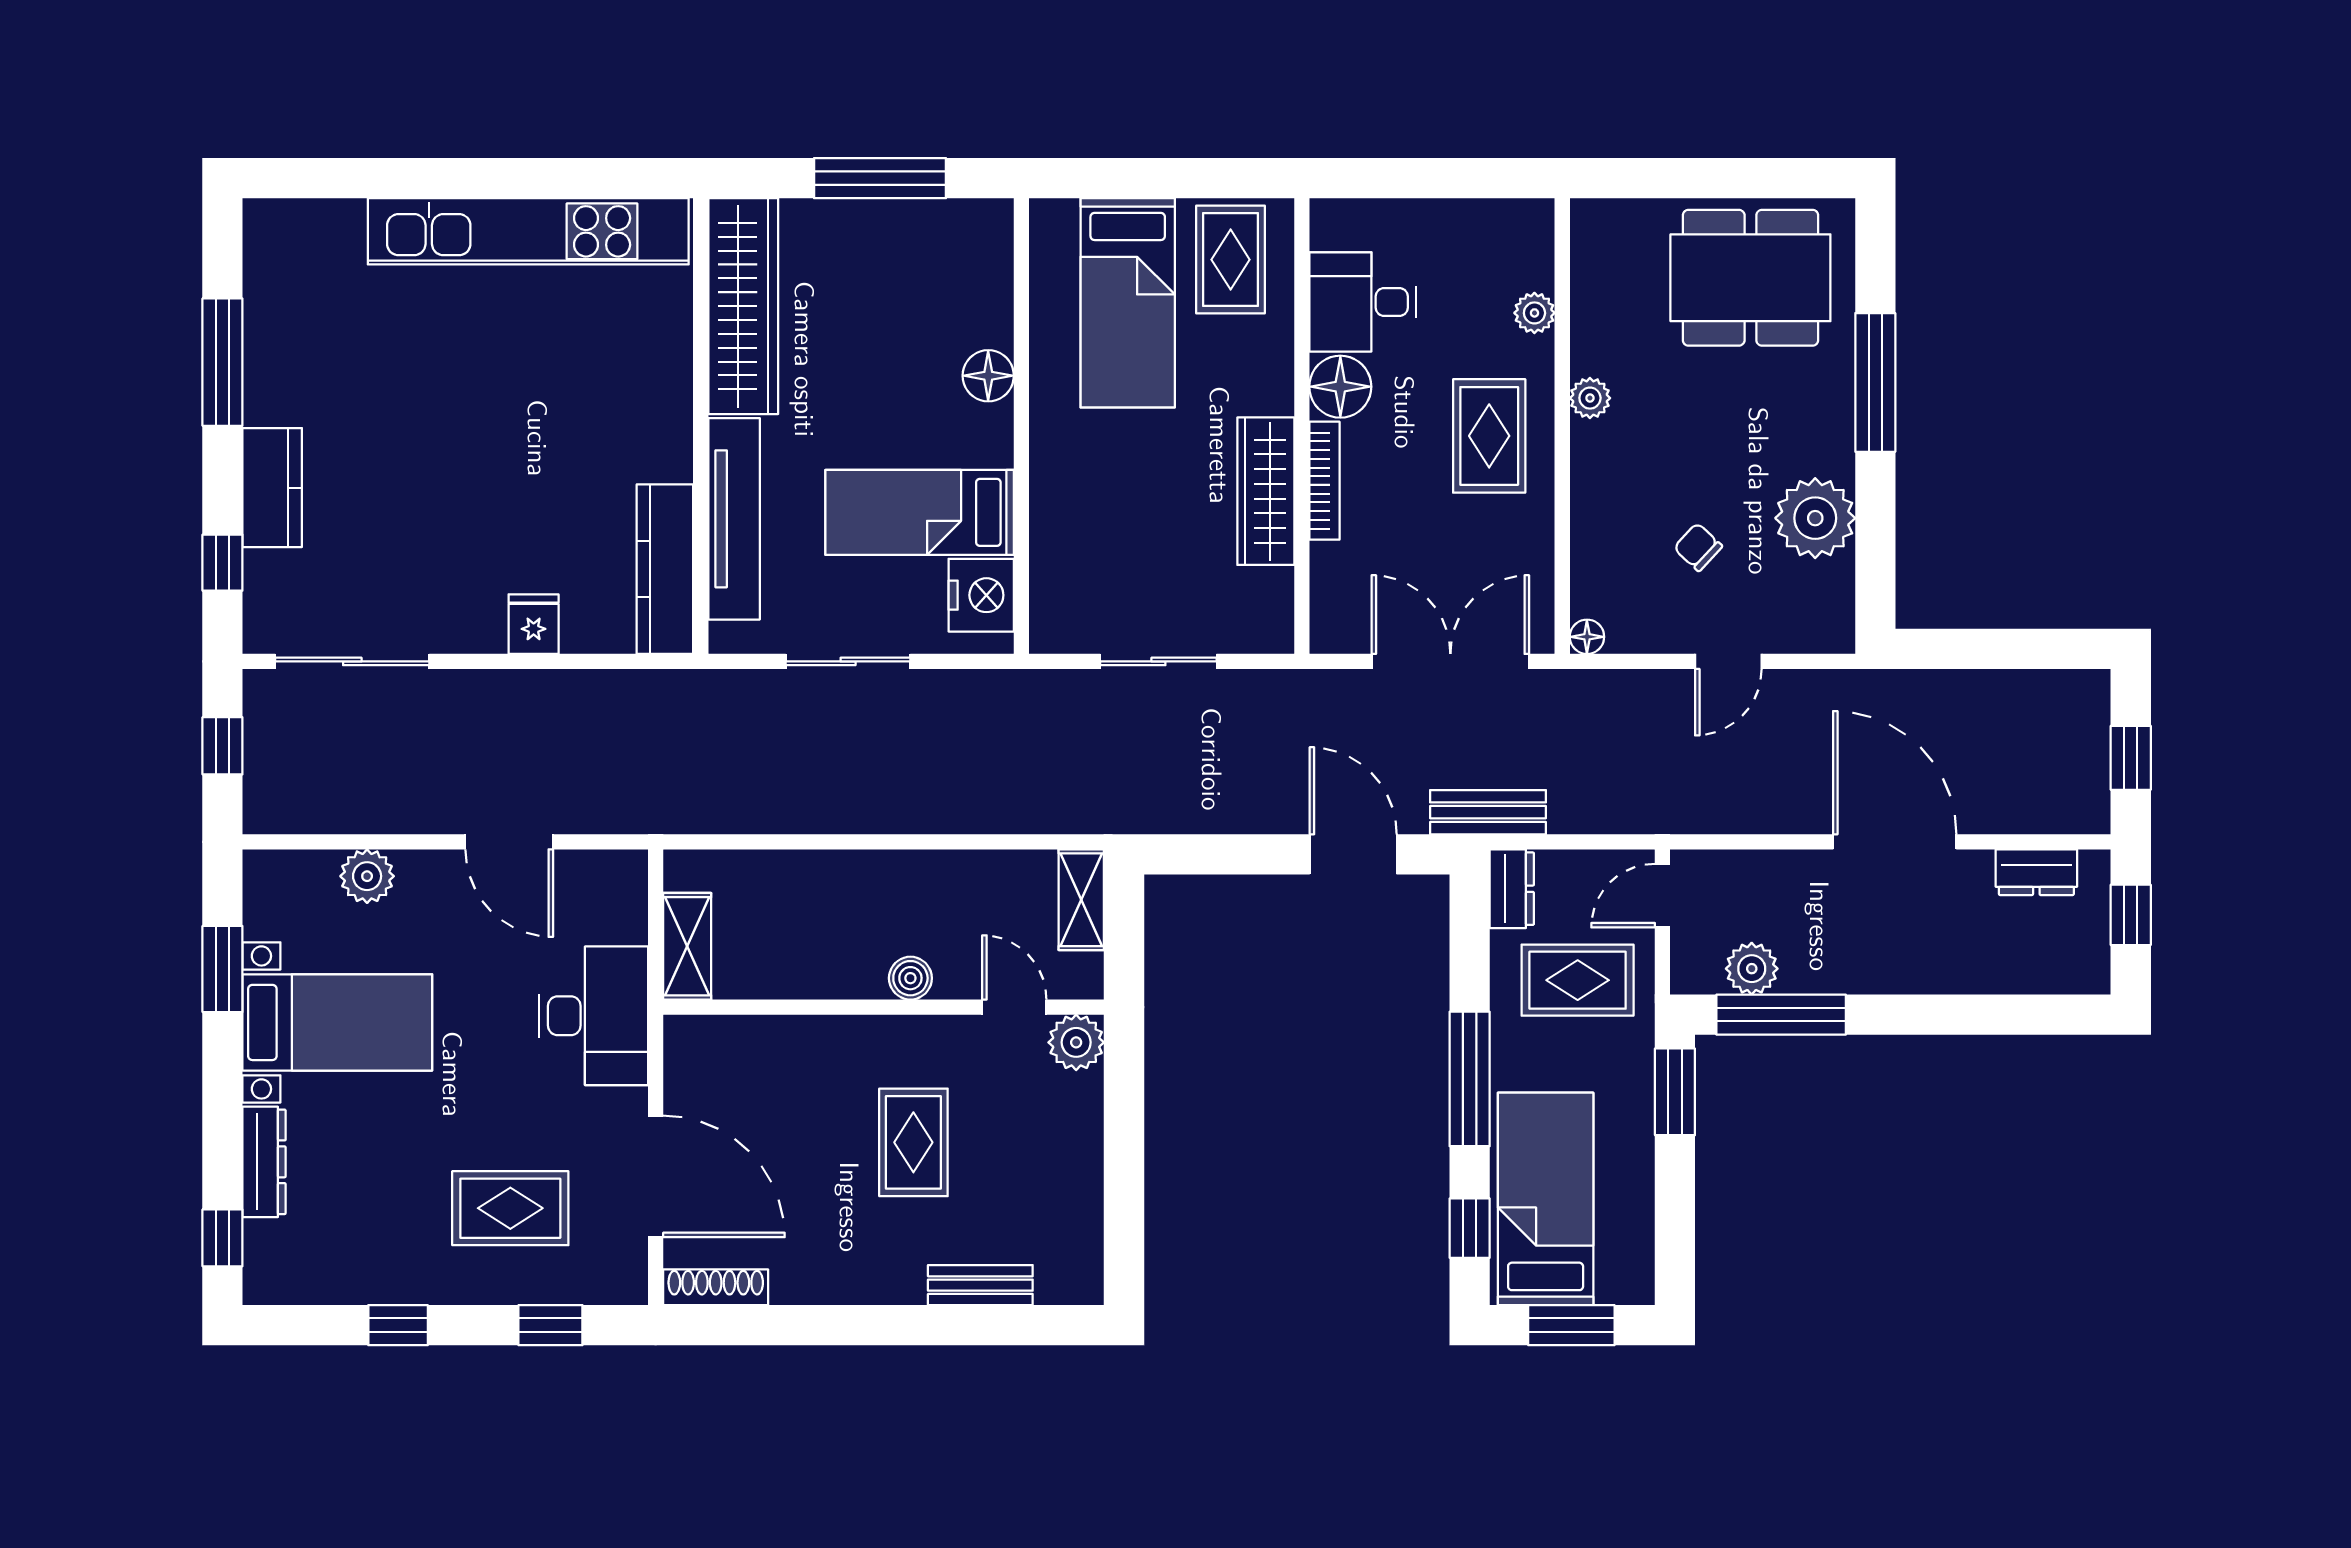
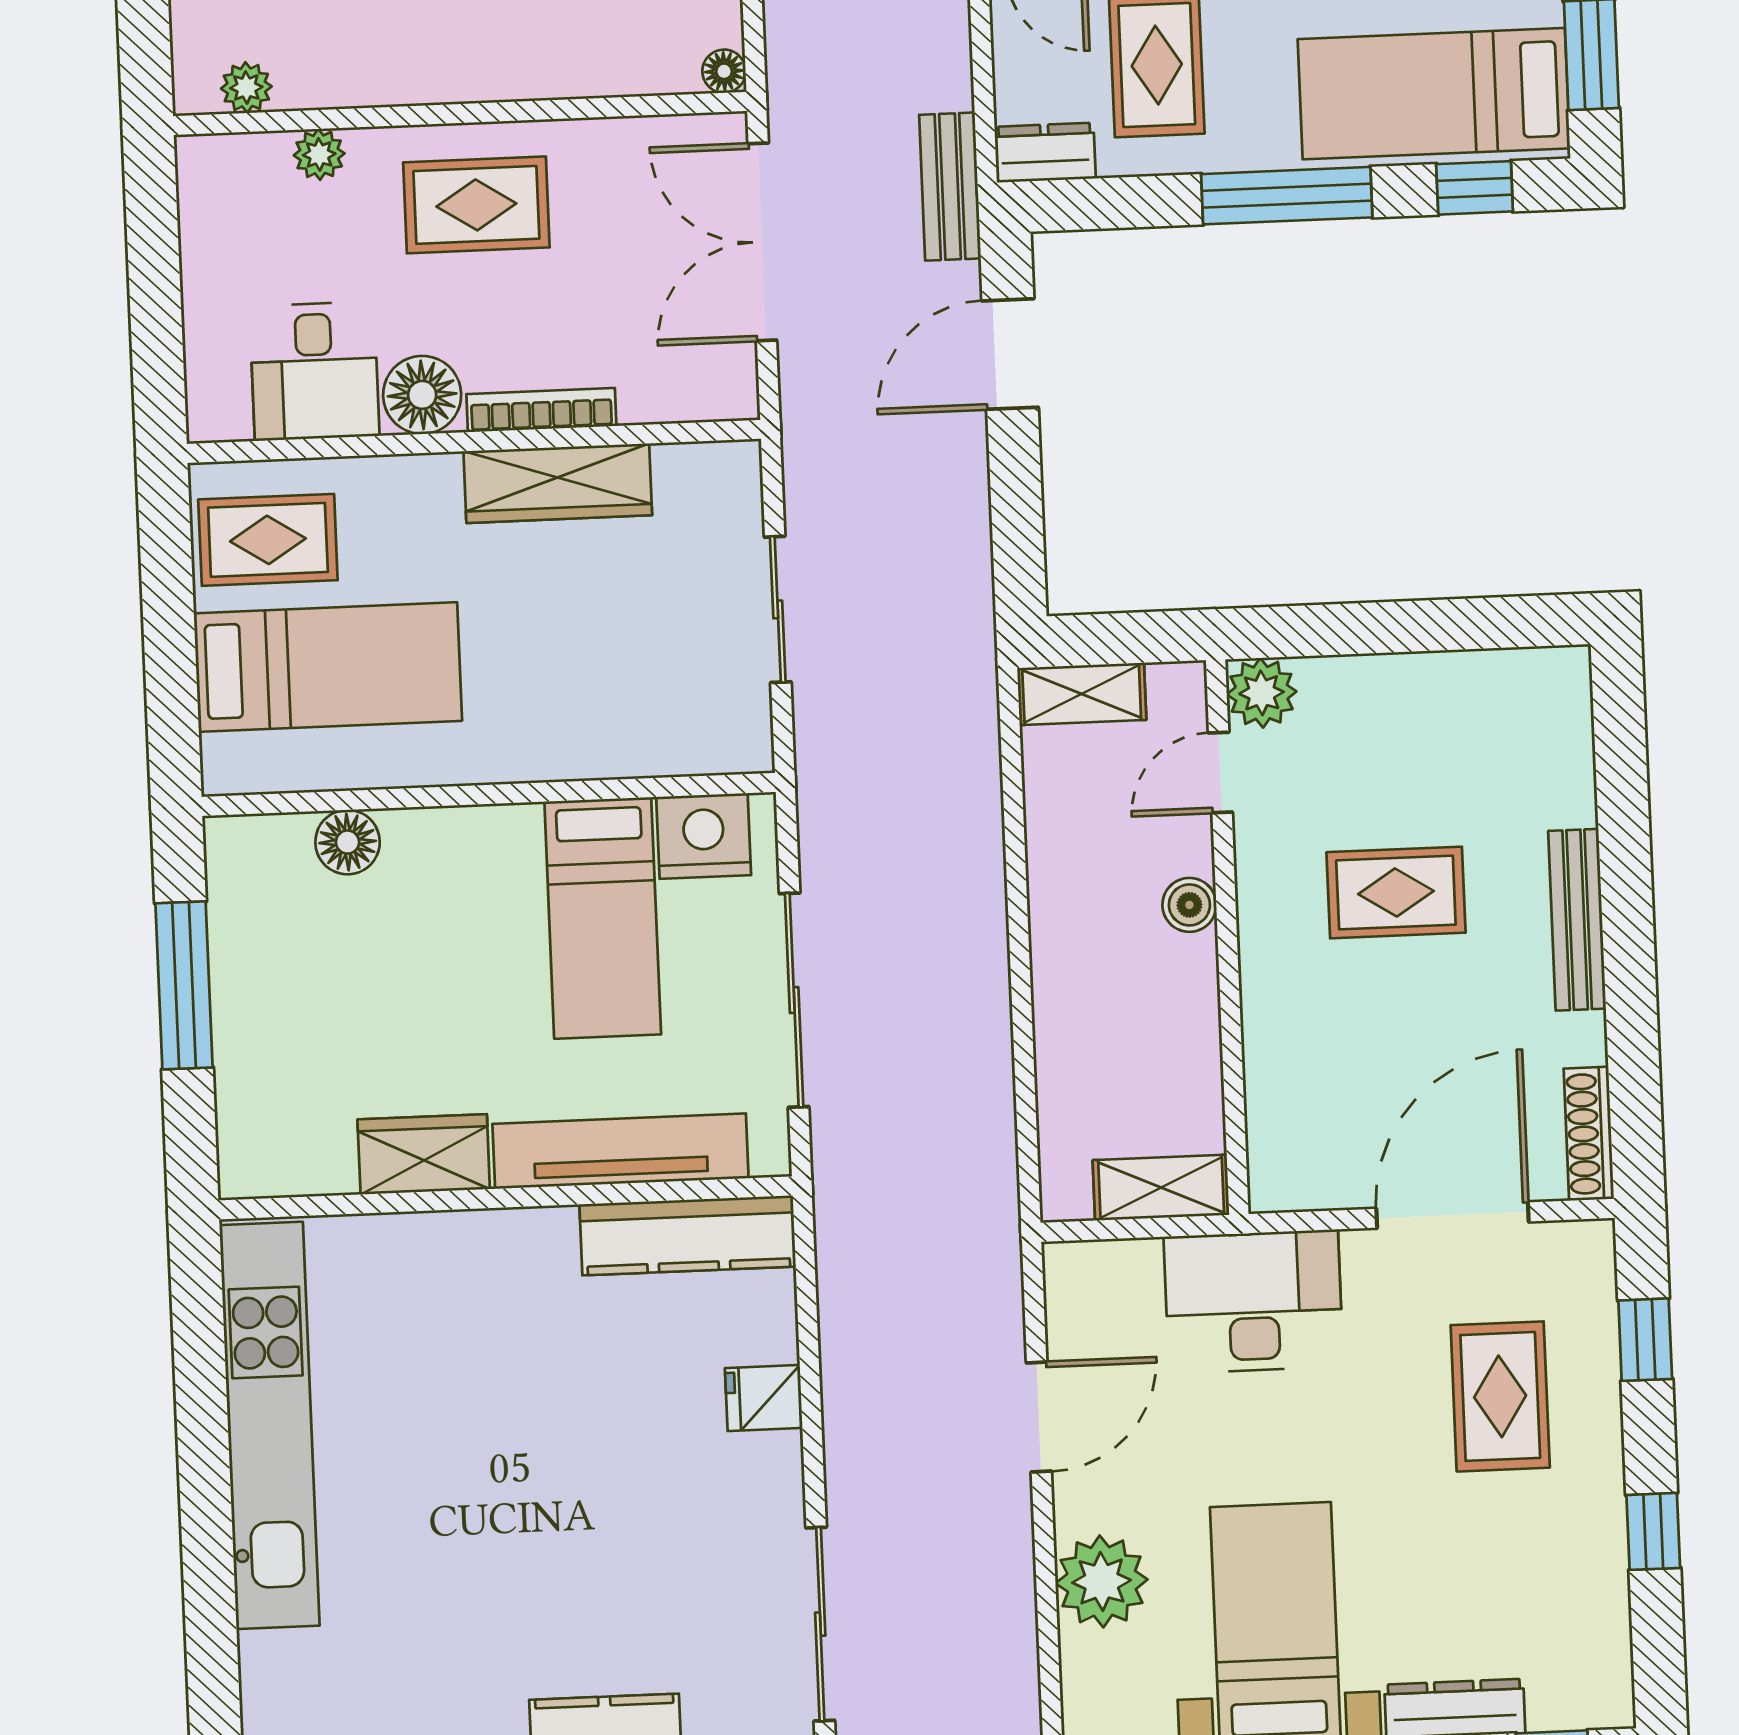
wardrobe: (743, 306) -> (424, 1154), width x0.48, depth x0.85
floor lamp: (988, 376) -> (348, 842), moved
plant: (1590, 398) -> (246, 87), moved
sliding door: (848, 661) -> (794, 1000), width x1.37
plant: (367, 876) -> (1102, 1581), width x1.36, depth x1.36
bench: (980, 1285) -> (1577, 920), moved, width x1.36

